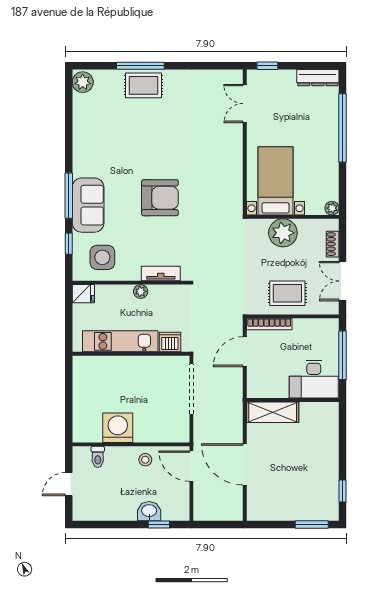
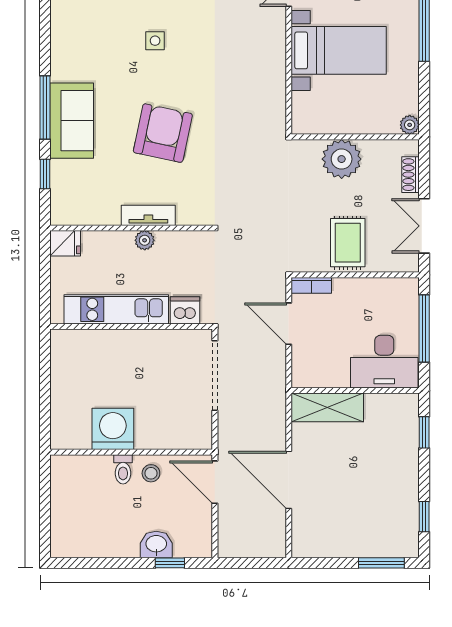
bed with nightstands: (275, 181) -> (339, 50), moved, turned 90
armchair: (160, 198) -> (163, 133), moved, turned -78
side table: (102, 257) -> (155, 41), moved, width x0.54, depth x0.54
tv unit: (161, 273) -> (148, 215), moved
rug: (287, 293) -> (348, 243), turned 90
bookcase: (269, 324) -> (311, 285), width x0.64
door: (245, 352) -> (289, 324), hinge flipped
window: (343, 430) -> (424, 432), added
toilet: (98, 457) -> (123, 469), moved
door: (69, 484) -> (45, 507), removed

